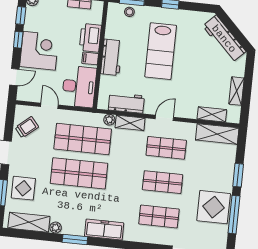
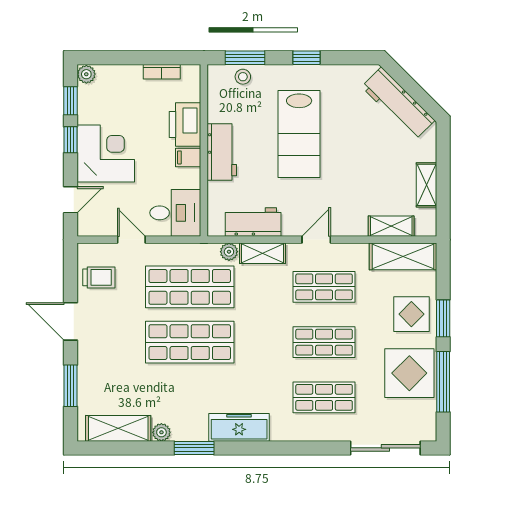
desk: (79, 87) -> (175, 213), width x0.73
trolley: (27, 127) -> (99, 277), turned 40
display table: (23, 188) -> (411, 314), moved

